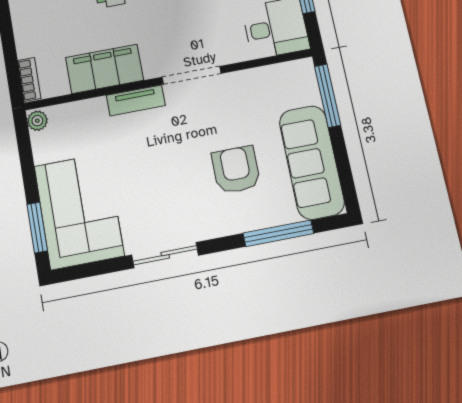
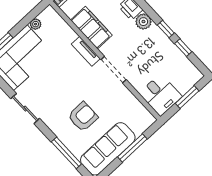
window: (328, 96) -> (132, 148), moved
plant: (37, 121) -> (36, 24), moved

